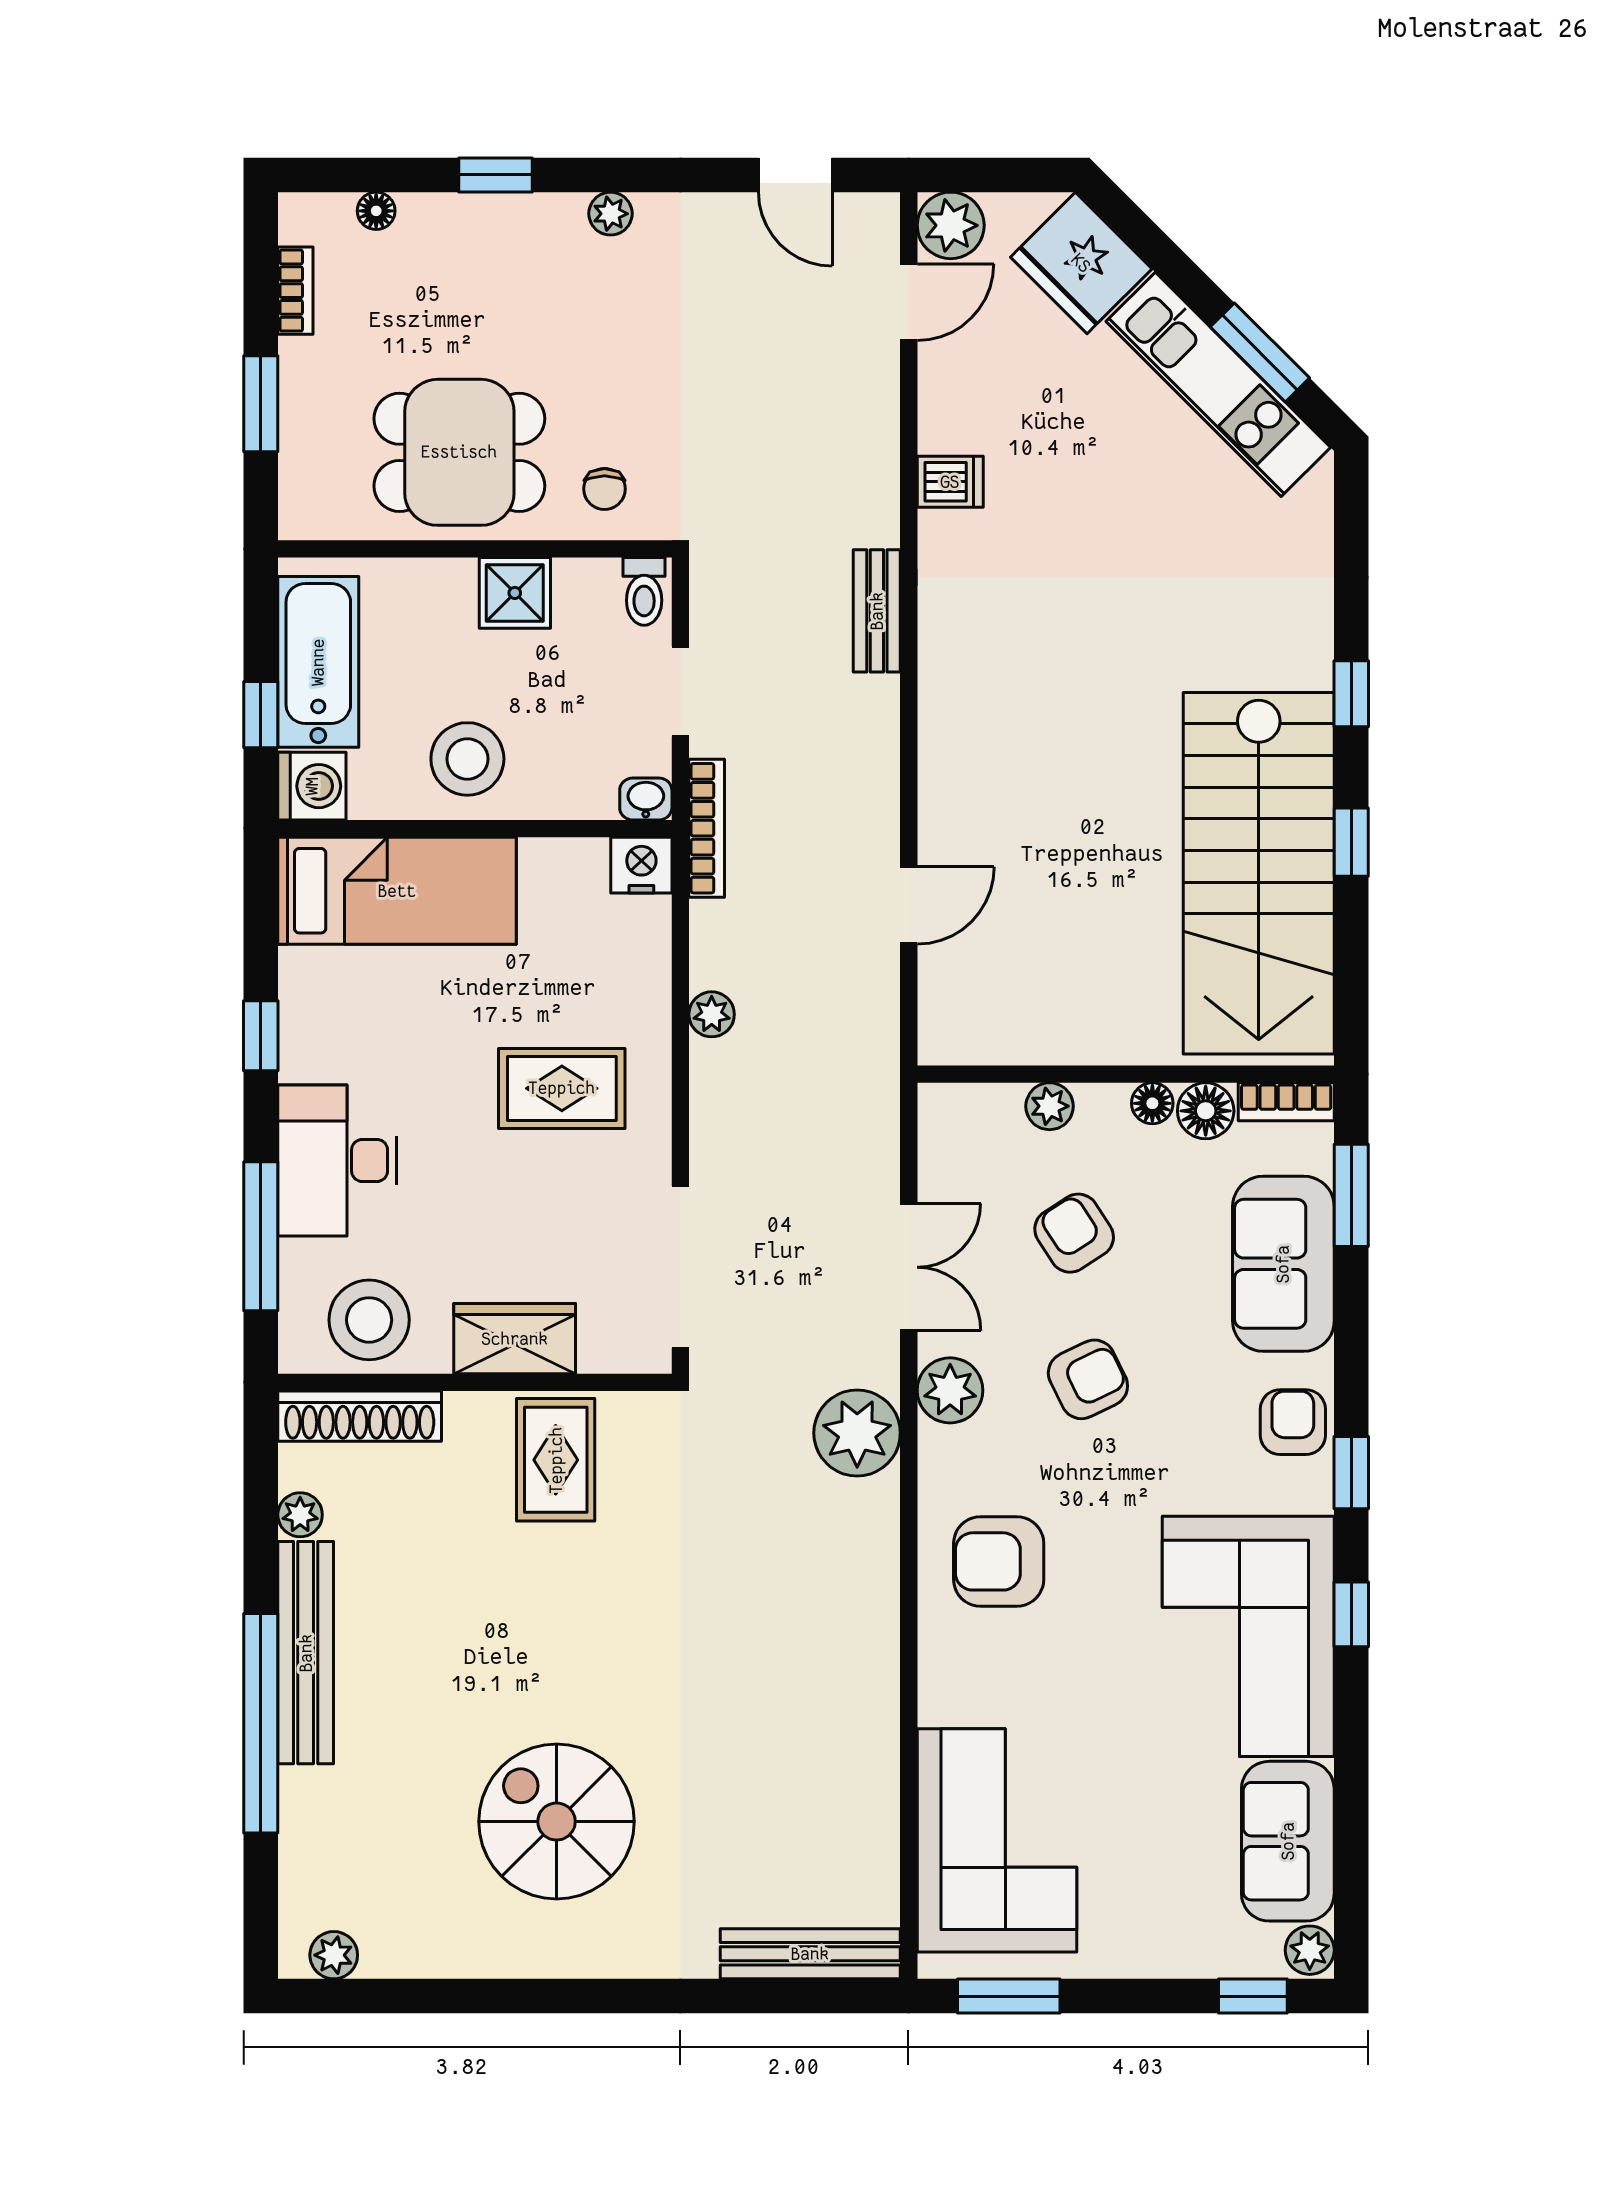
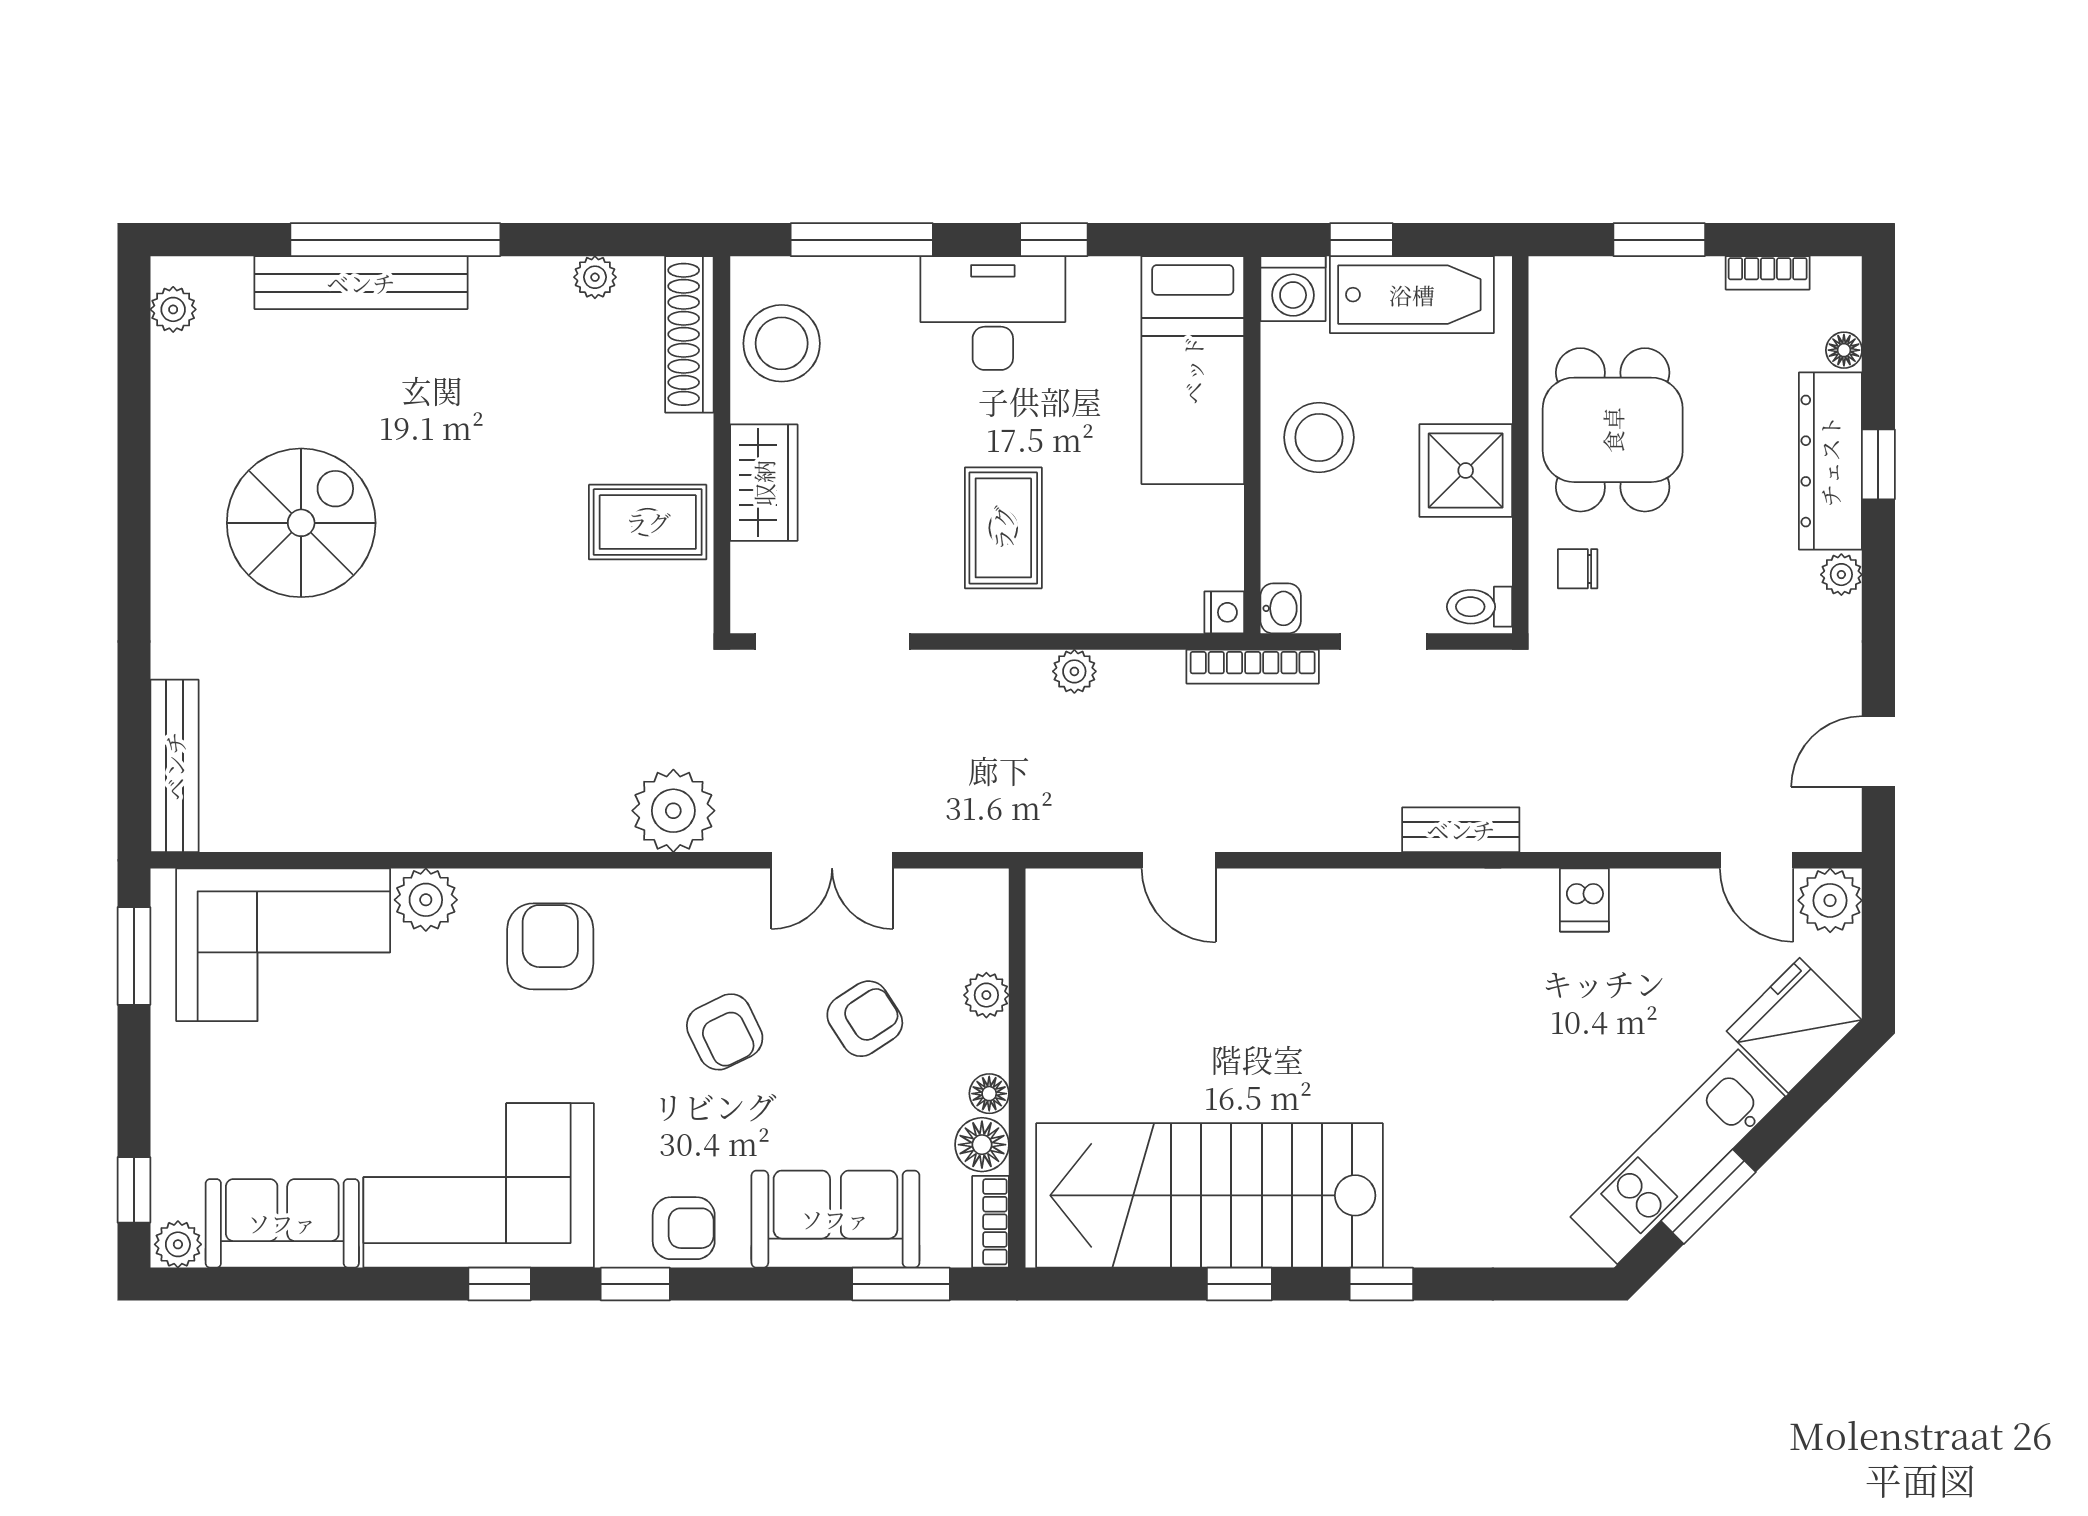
dresser: (492, 225) -> (1830, 461), added
shower: (515, 593) -> (1466, 471), width x1.36, depth x1.36
nightstand: (641, 865) -> (1224, 612), width x0.72, depth x0.74
desk: (337, 1160) -> (993, 313), moved
plant: (950, 1390) -> (426, 900), moved
bench: (306, 1653) -> (361, 283), moved

